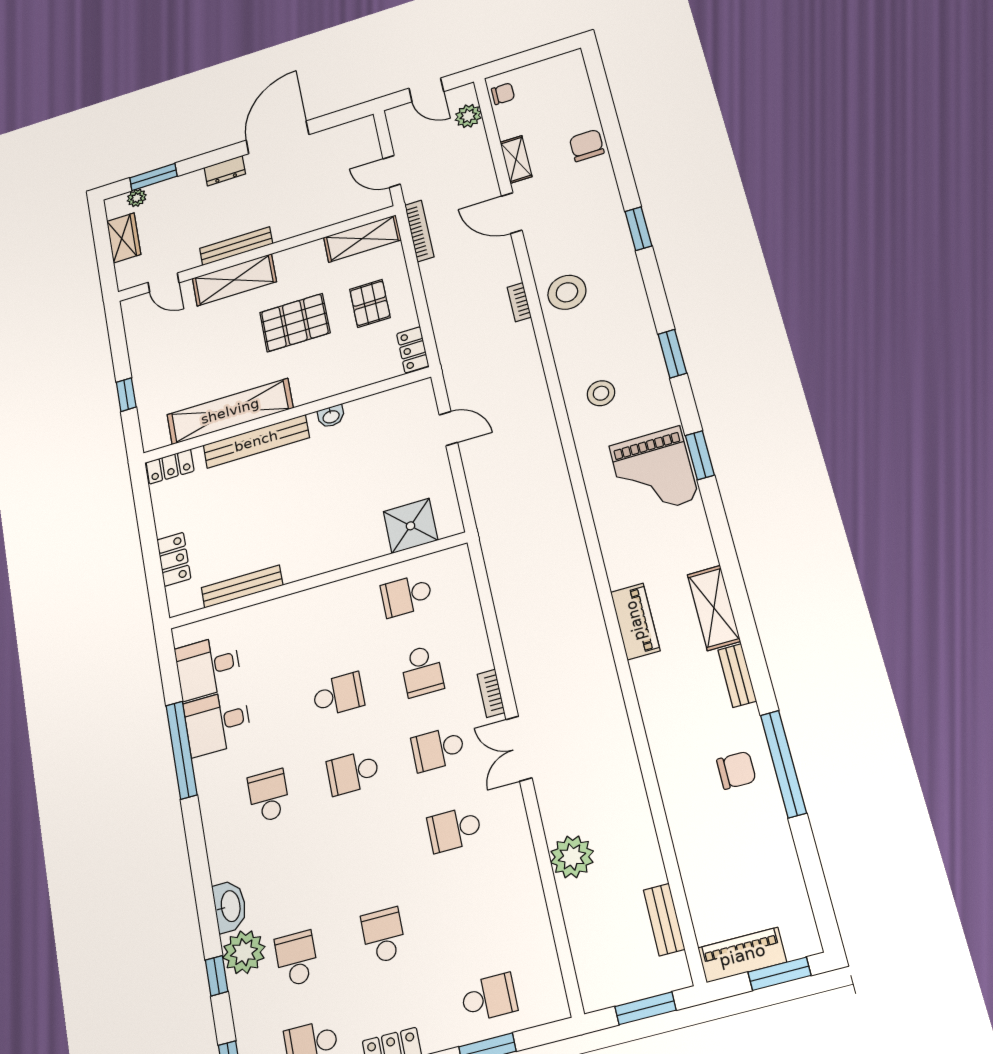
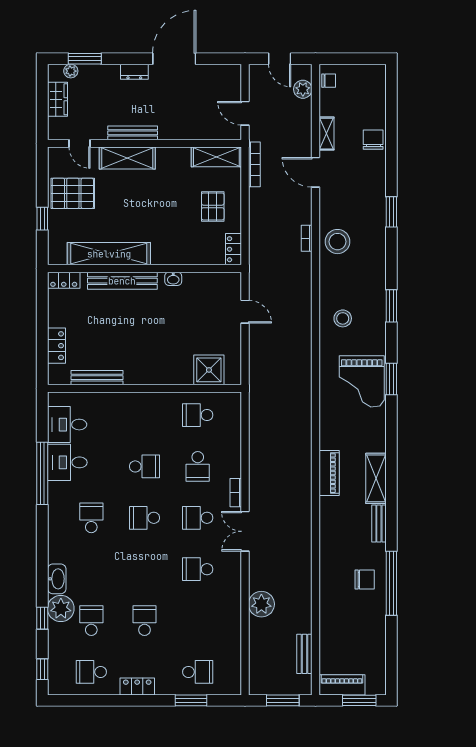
pallet: (295, 323) -> (73, 193), moved

